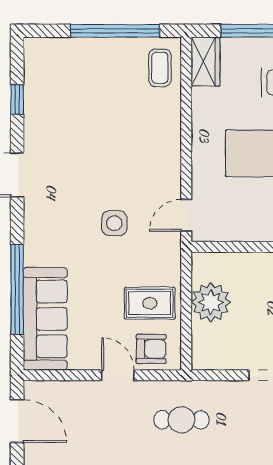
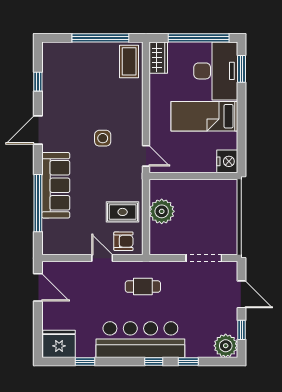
coffee table: (160, 68) -> (129, 61), width x1.36, depth x1.30
door: (186, 215) -> (146, 156), swing flipped
side table: (114, 223) -> (103, 138), moved
sofa: (45, 319) -> (56, 185), moved

